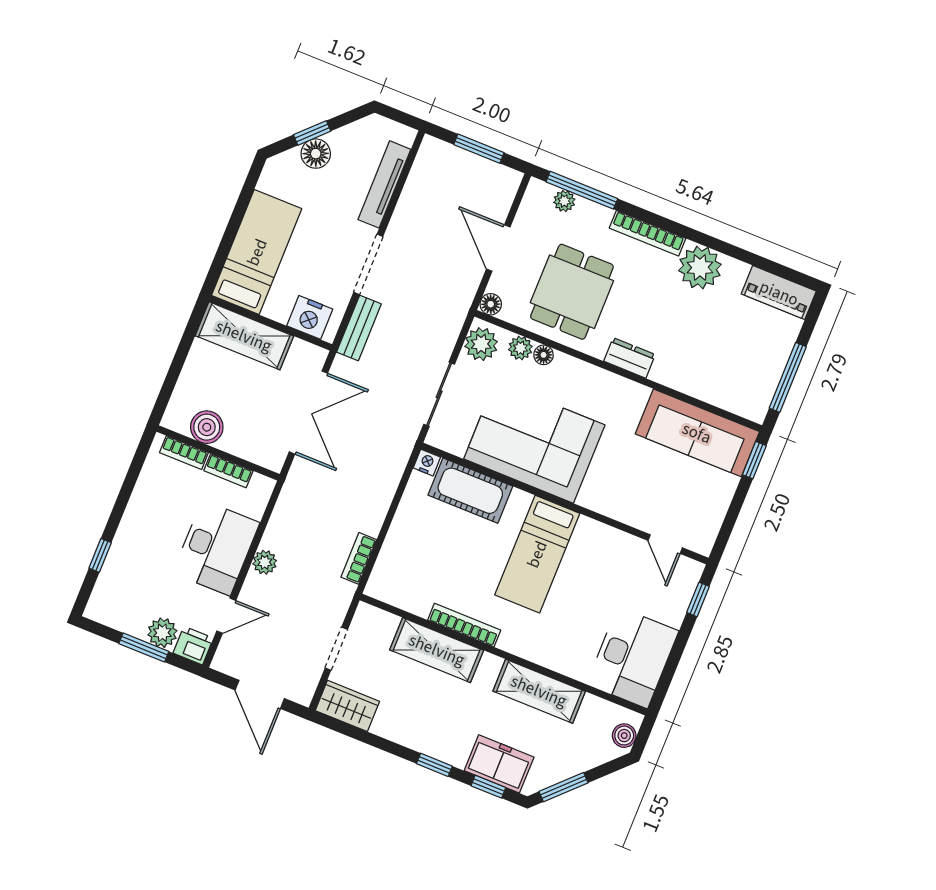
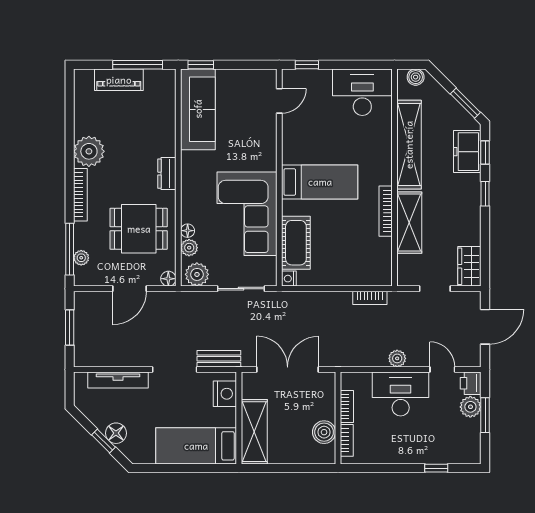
piano: (779, 293) -> (119, 80), moved, turned 90
shelving: (539, 691) -> (409, 145), width x1.47

